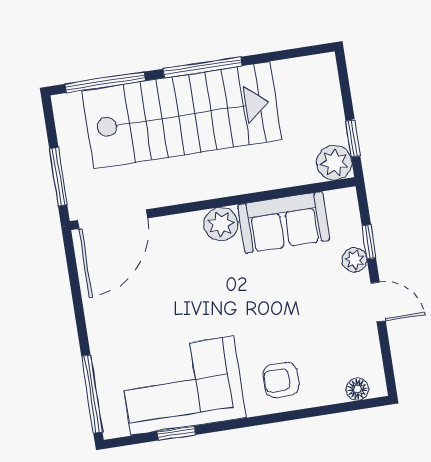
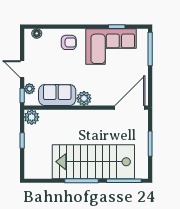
plant: (334, 163) -> (32, 117), moved
wall: (213, 204) -> (86, 108), moved
door: (113, 219) -> (130, 108), moved
sofa: (284, 222) -> (57, 95), moved
plant: (221, 224) -> (84, 98), moved

